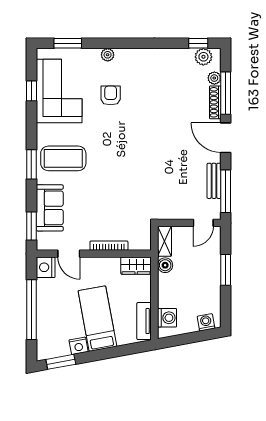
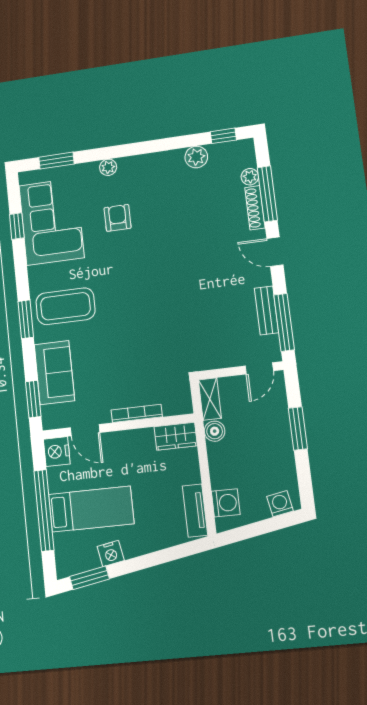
plant: (203, 57) -> (196, 157), moved
door: (226, 138) -> (275, 252), width x0.73
bed: (97, 319) -> (91, 509), moved, turned 100

